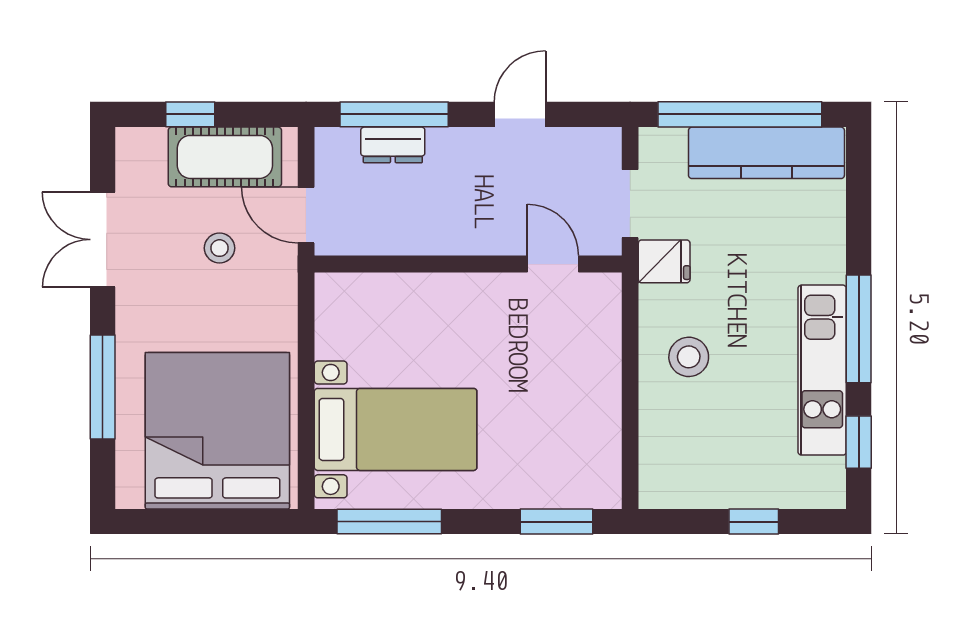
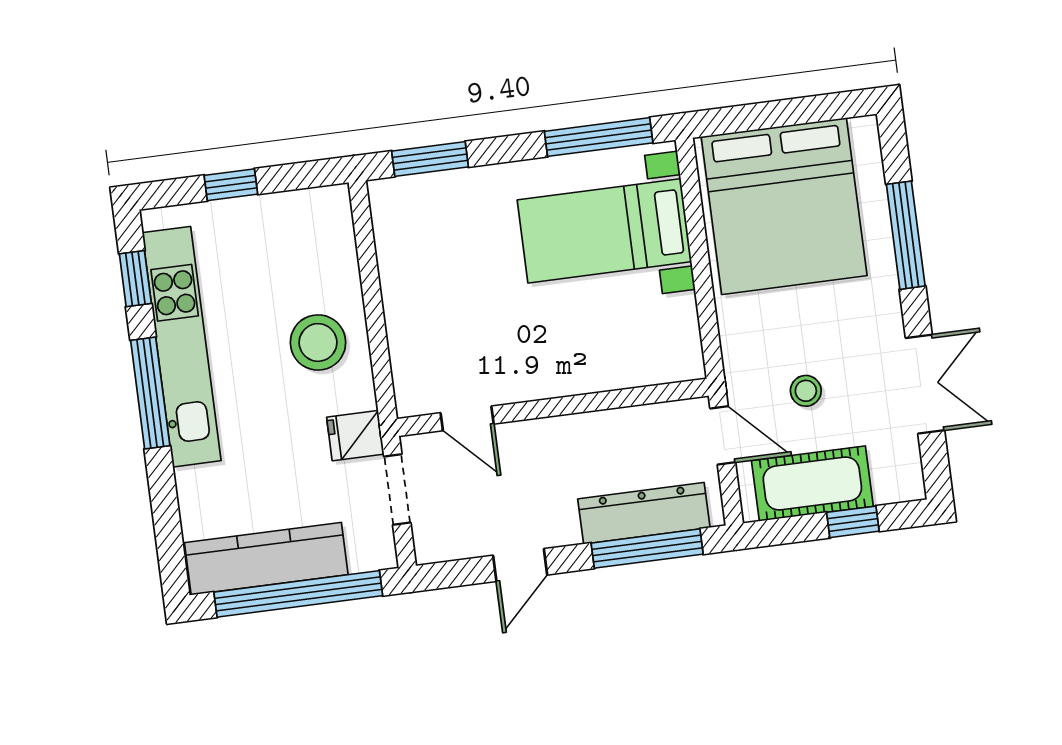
dresser: (393, 145) -> (644, 513), width x1.96, depth x1.24
stool: (689, 357) -> (318, 342), width x1.38, depth x1.38
kitchen unit: (822, 370) -> (182, 347), width x1.36

